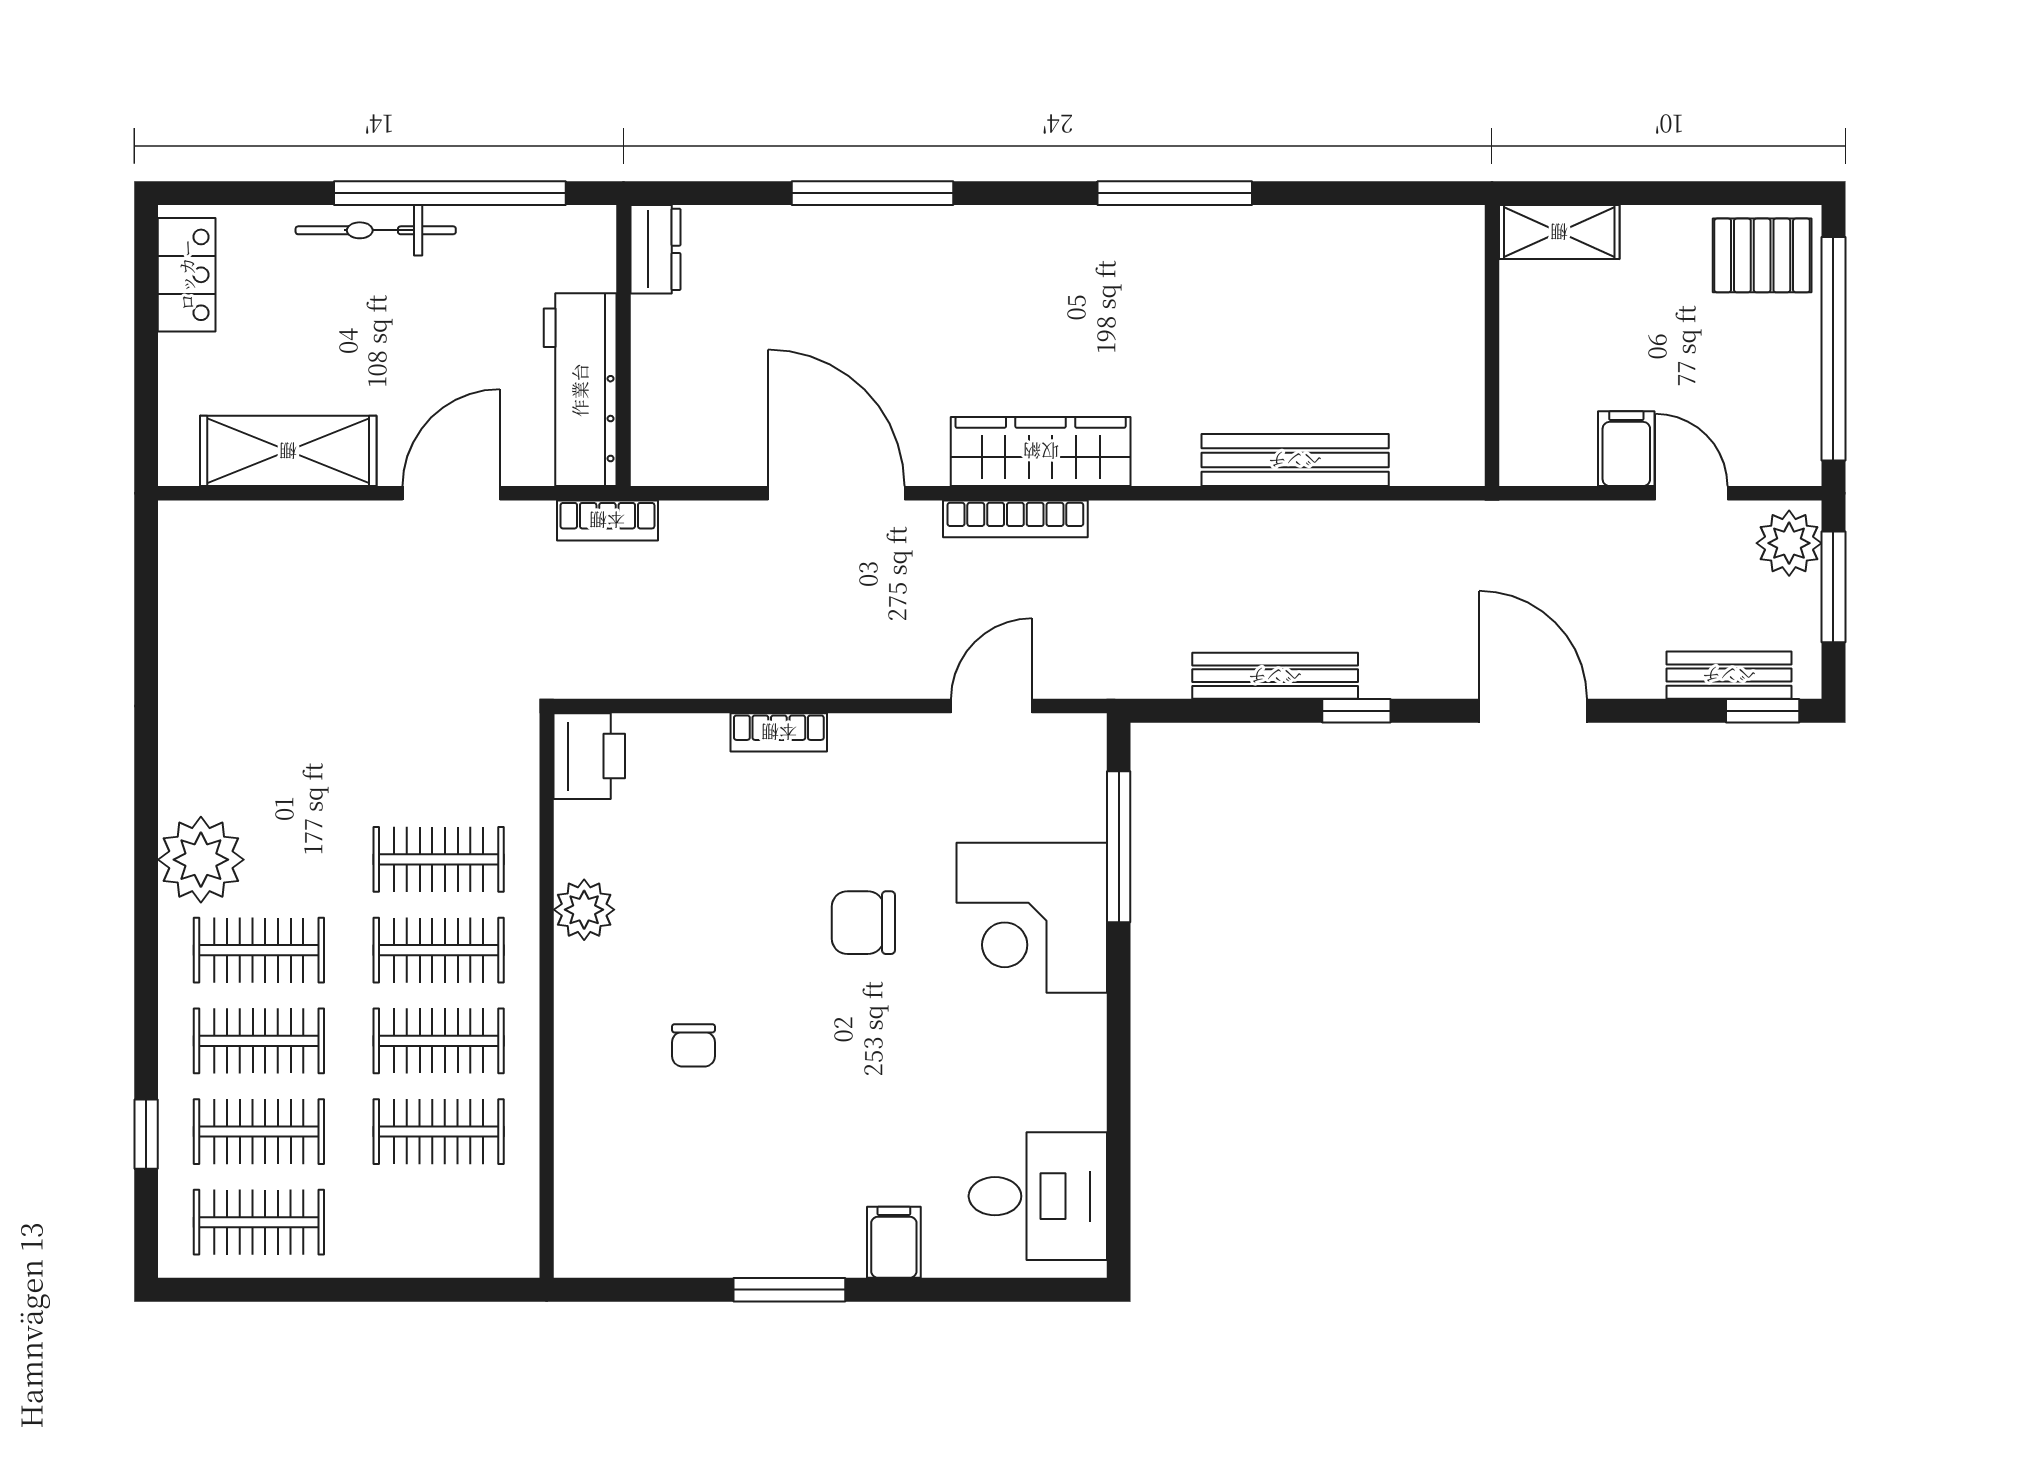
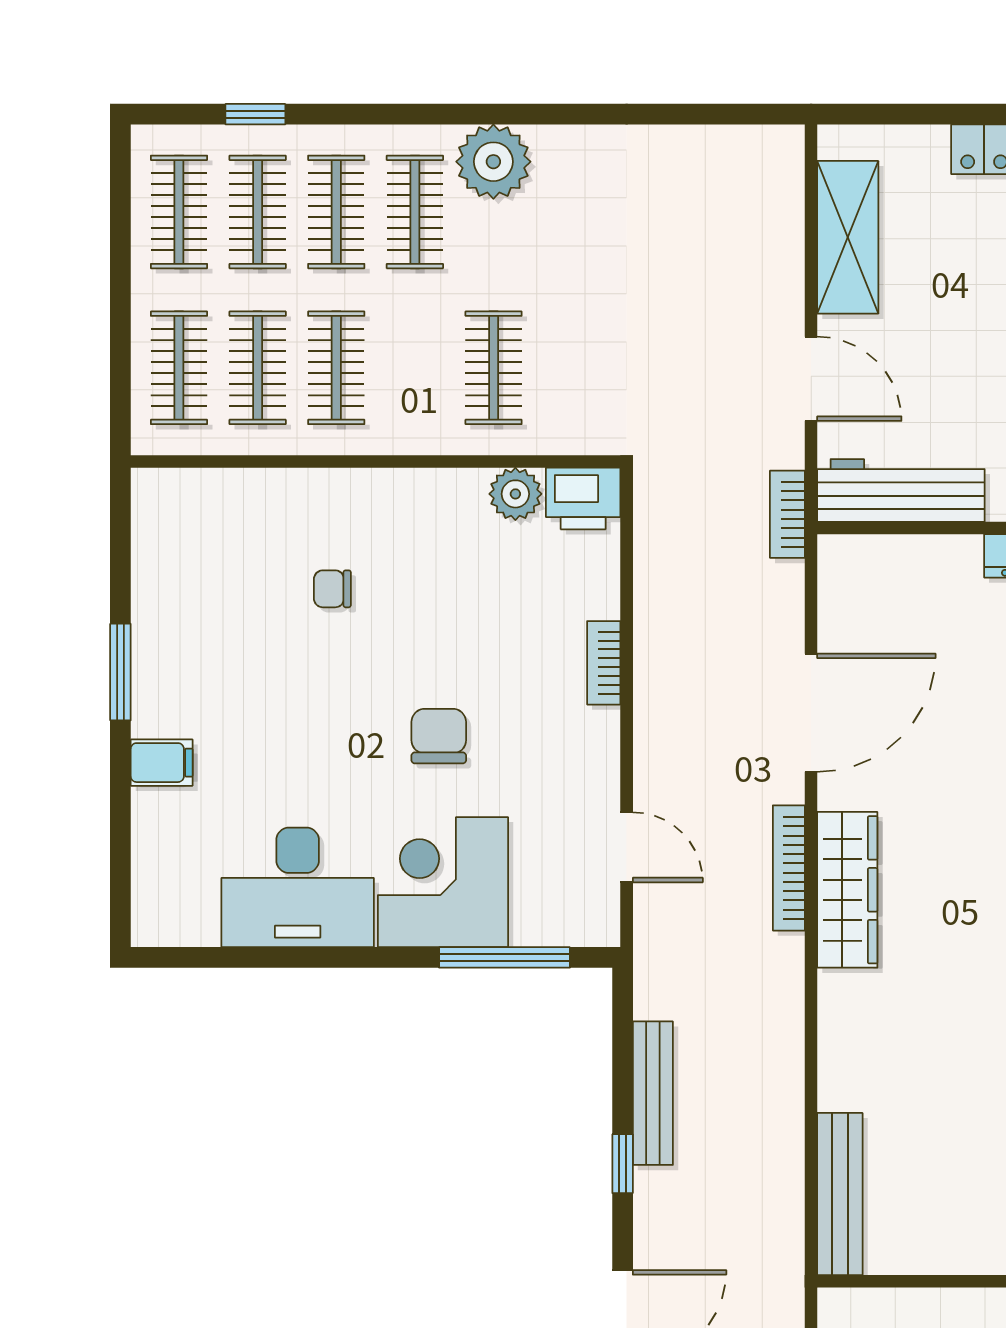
bench: (1295, 460) -> (840, 1194), moved
plant: (584, 910) -> (515, 494), moved
clothes rail: (439, 950) -> (179, 368), moved
desk: (1038, 1196) -> (298, 887), moved, width x1.37

